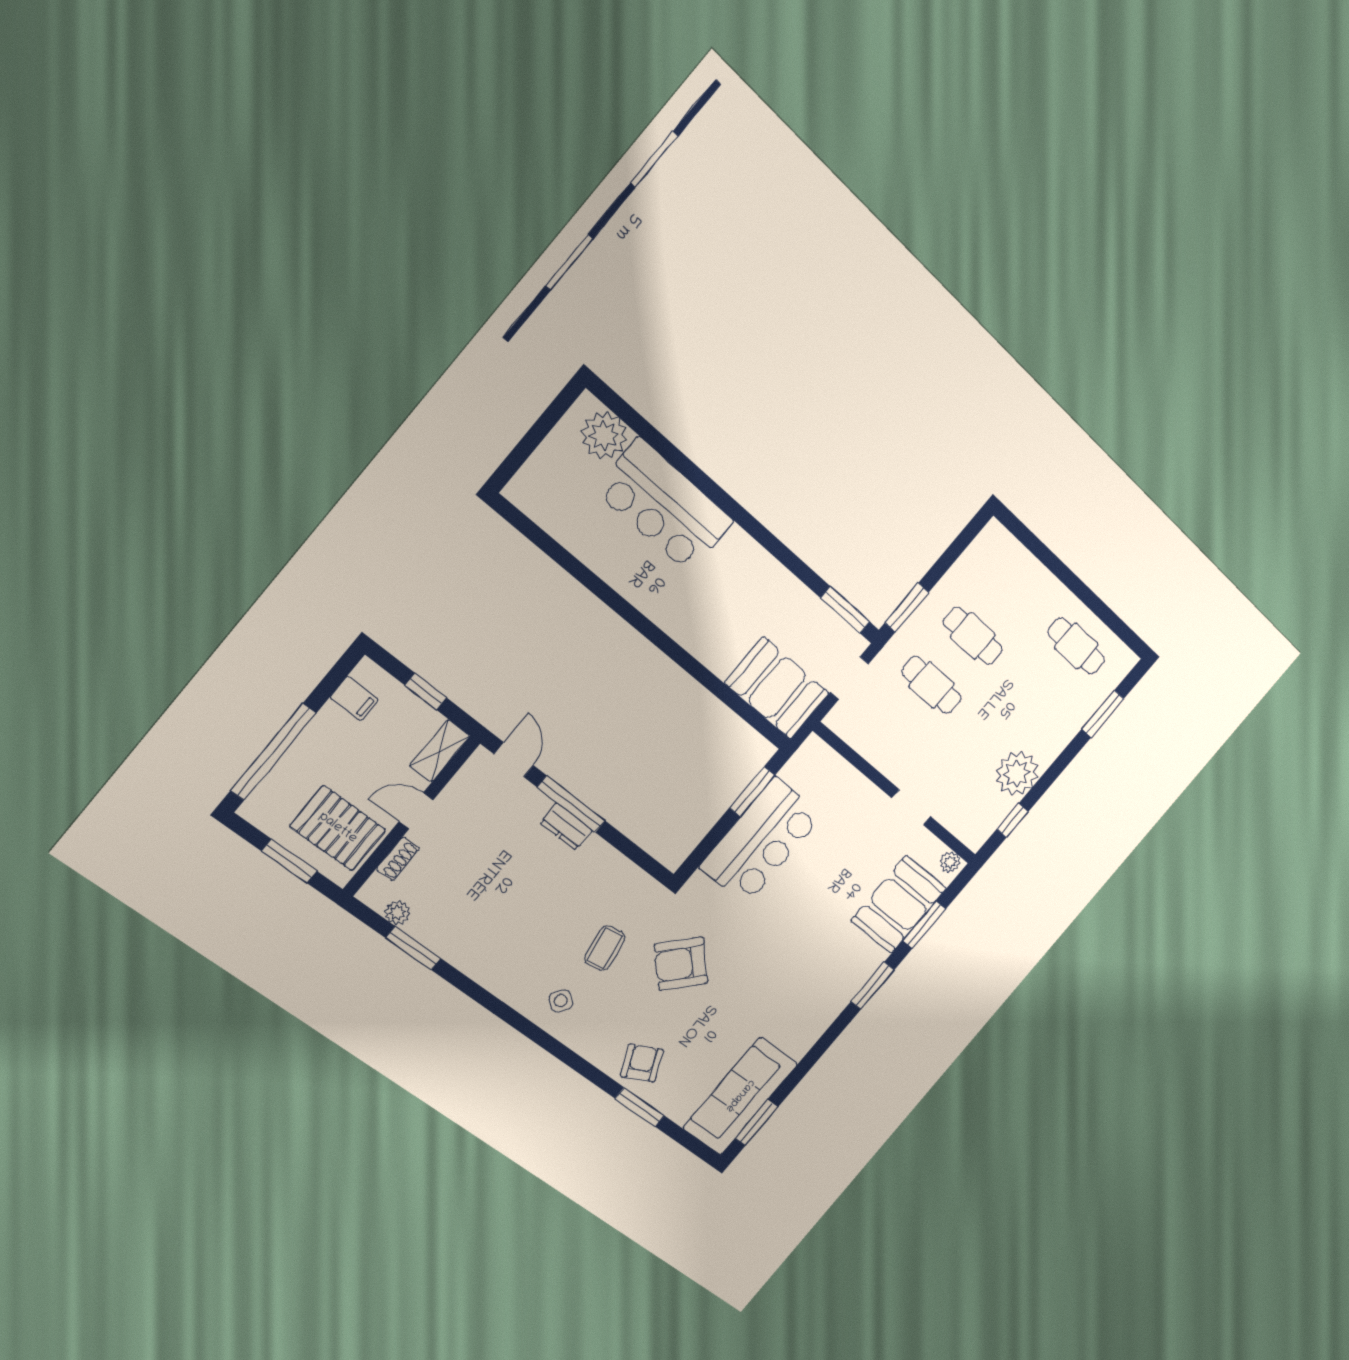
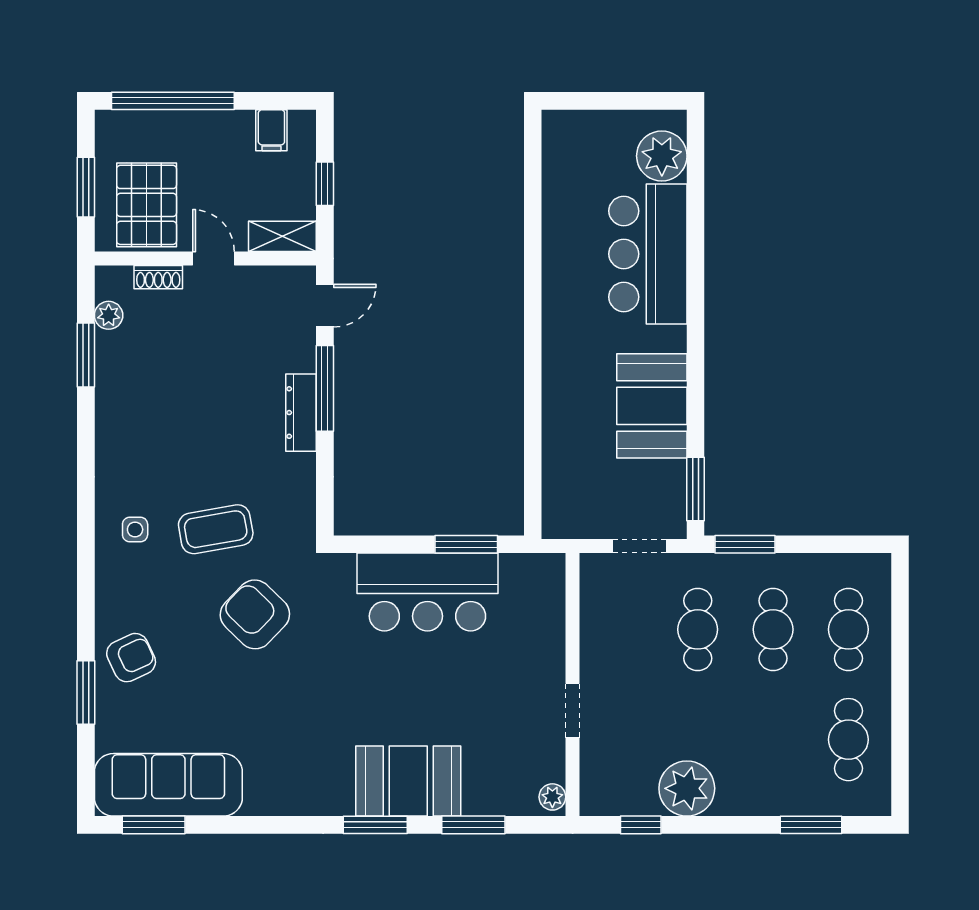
cafe table: (1014, 587) -> (848, 629), added
booth: (777, 688) -> (652, 406), moved
dresser: (566, 827) -> (301, 413), width x1.44
booth: (899, 904) -> (408, 781), moved
coffee table: (605, 948) -> (216, 529), width x1.36, depth x1.30
side table: (561, 1001) -> (135, 530), turned -37

